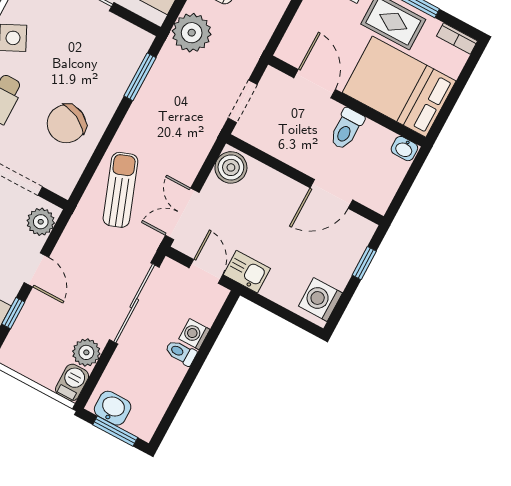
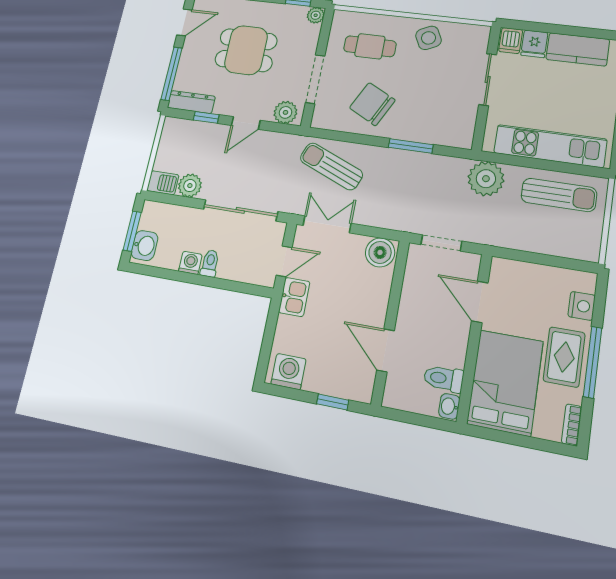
window: (140, 77) -> (411, 146), moved
door: (315, 84) -> (480, 302), swing flipped
toilet: (347, 129) -> (444, 379), moved
sun lounger: (120, 190) -> (331, 166), turned -138
washing machine: (194, 334) -> (190, 263), moved
washbasin: (113, 408) -> (144, 245), moved

